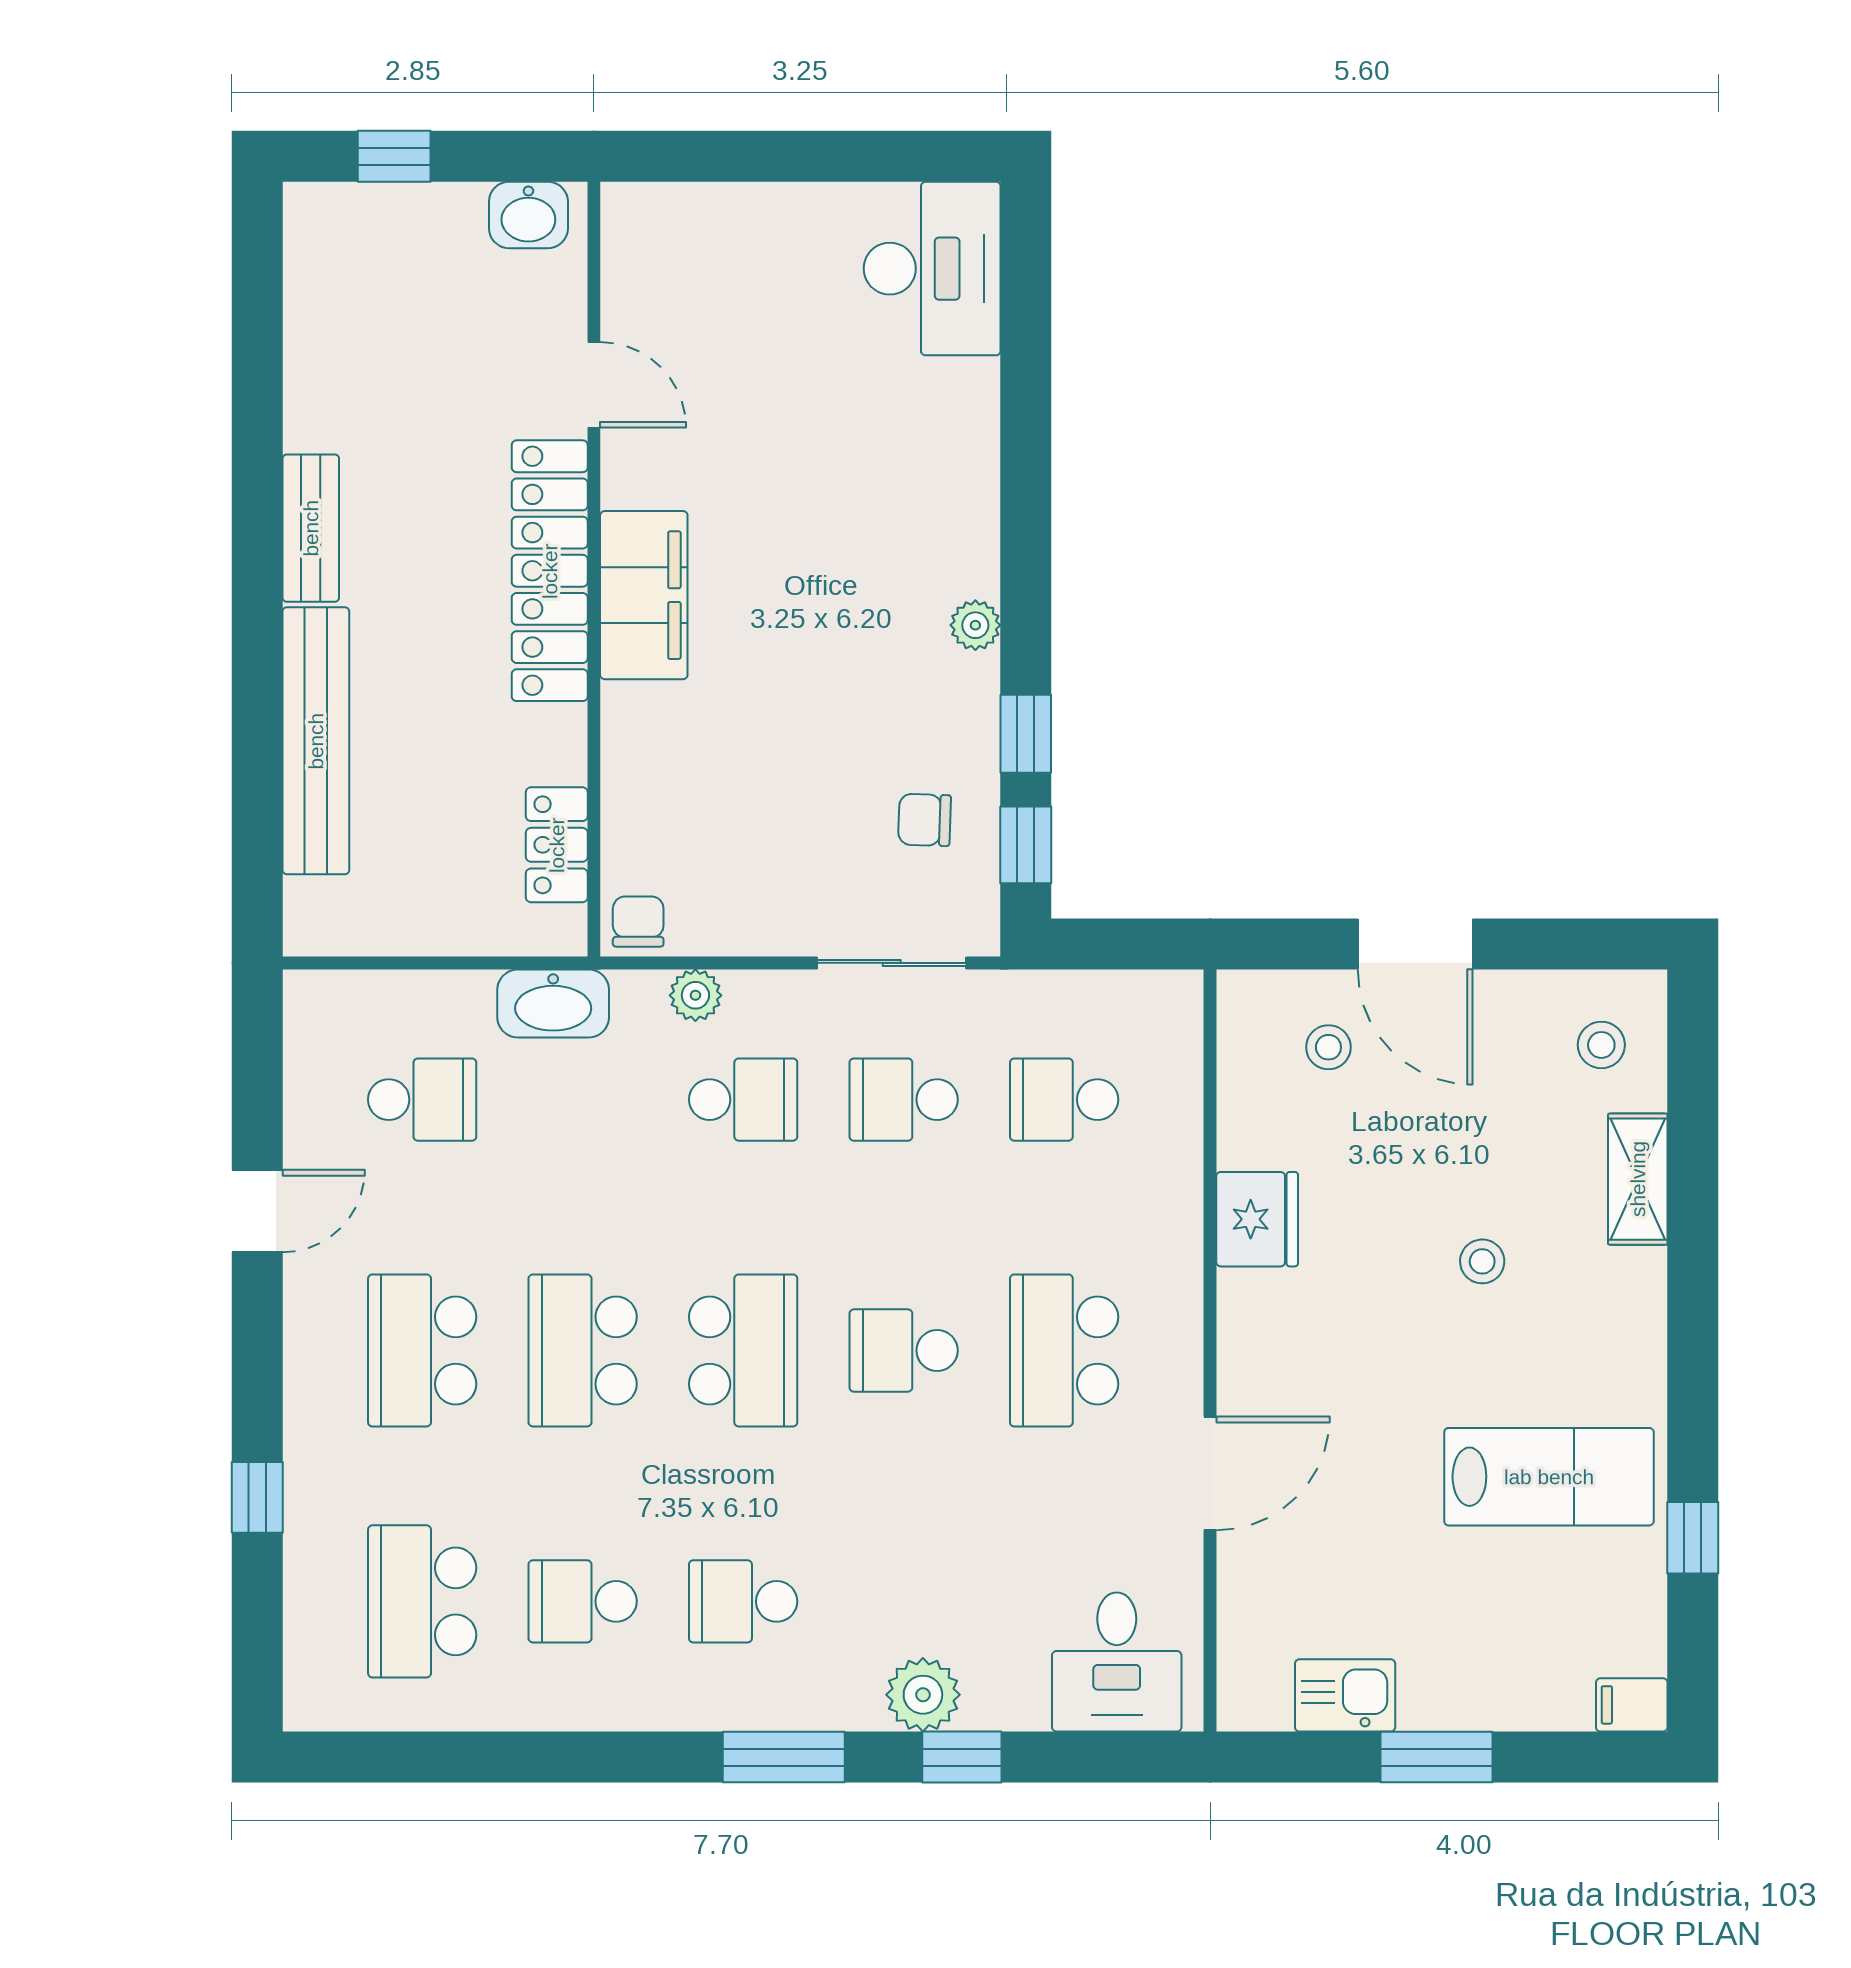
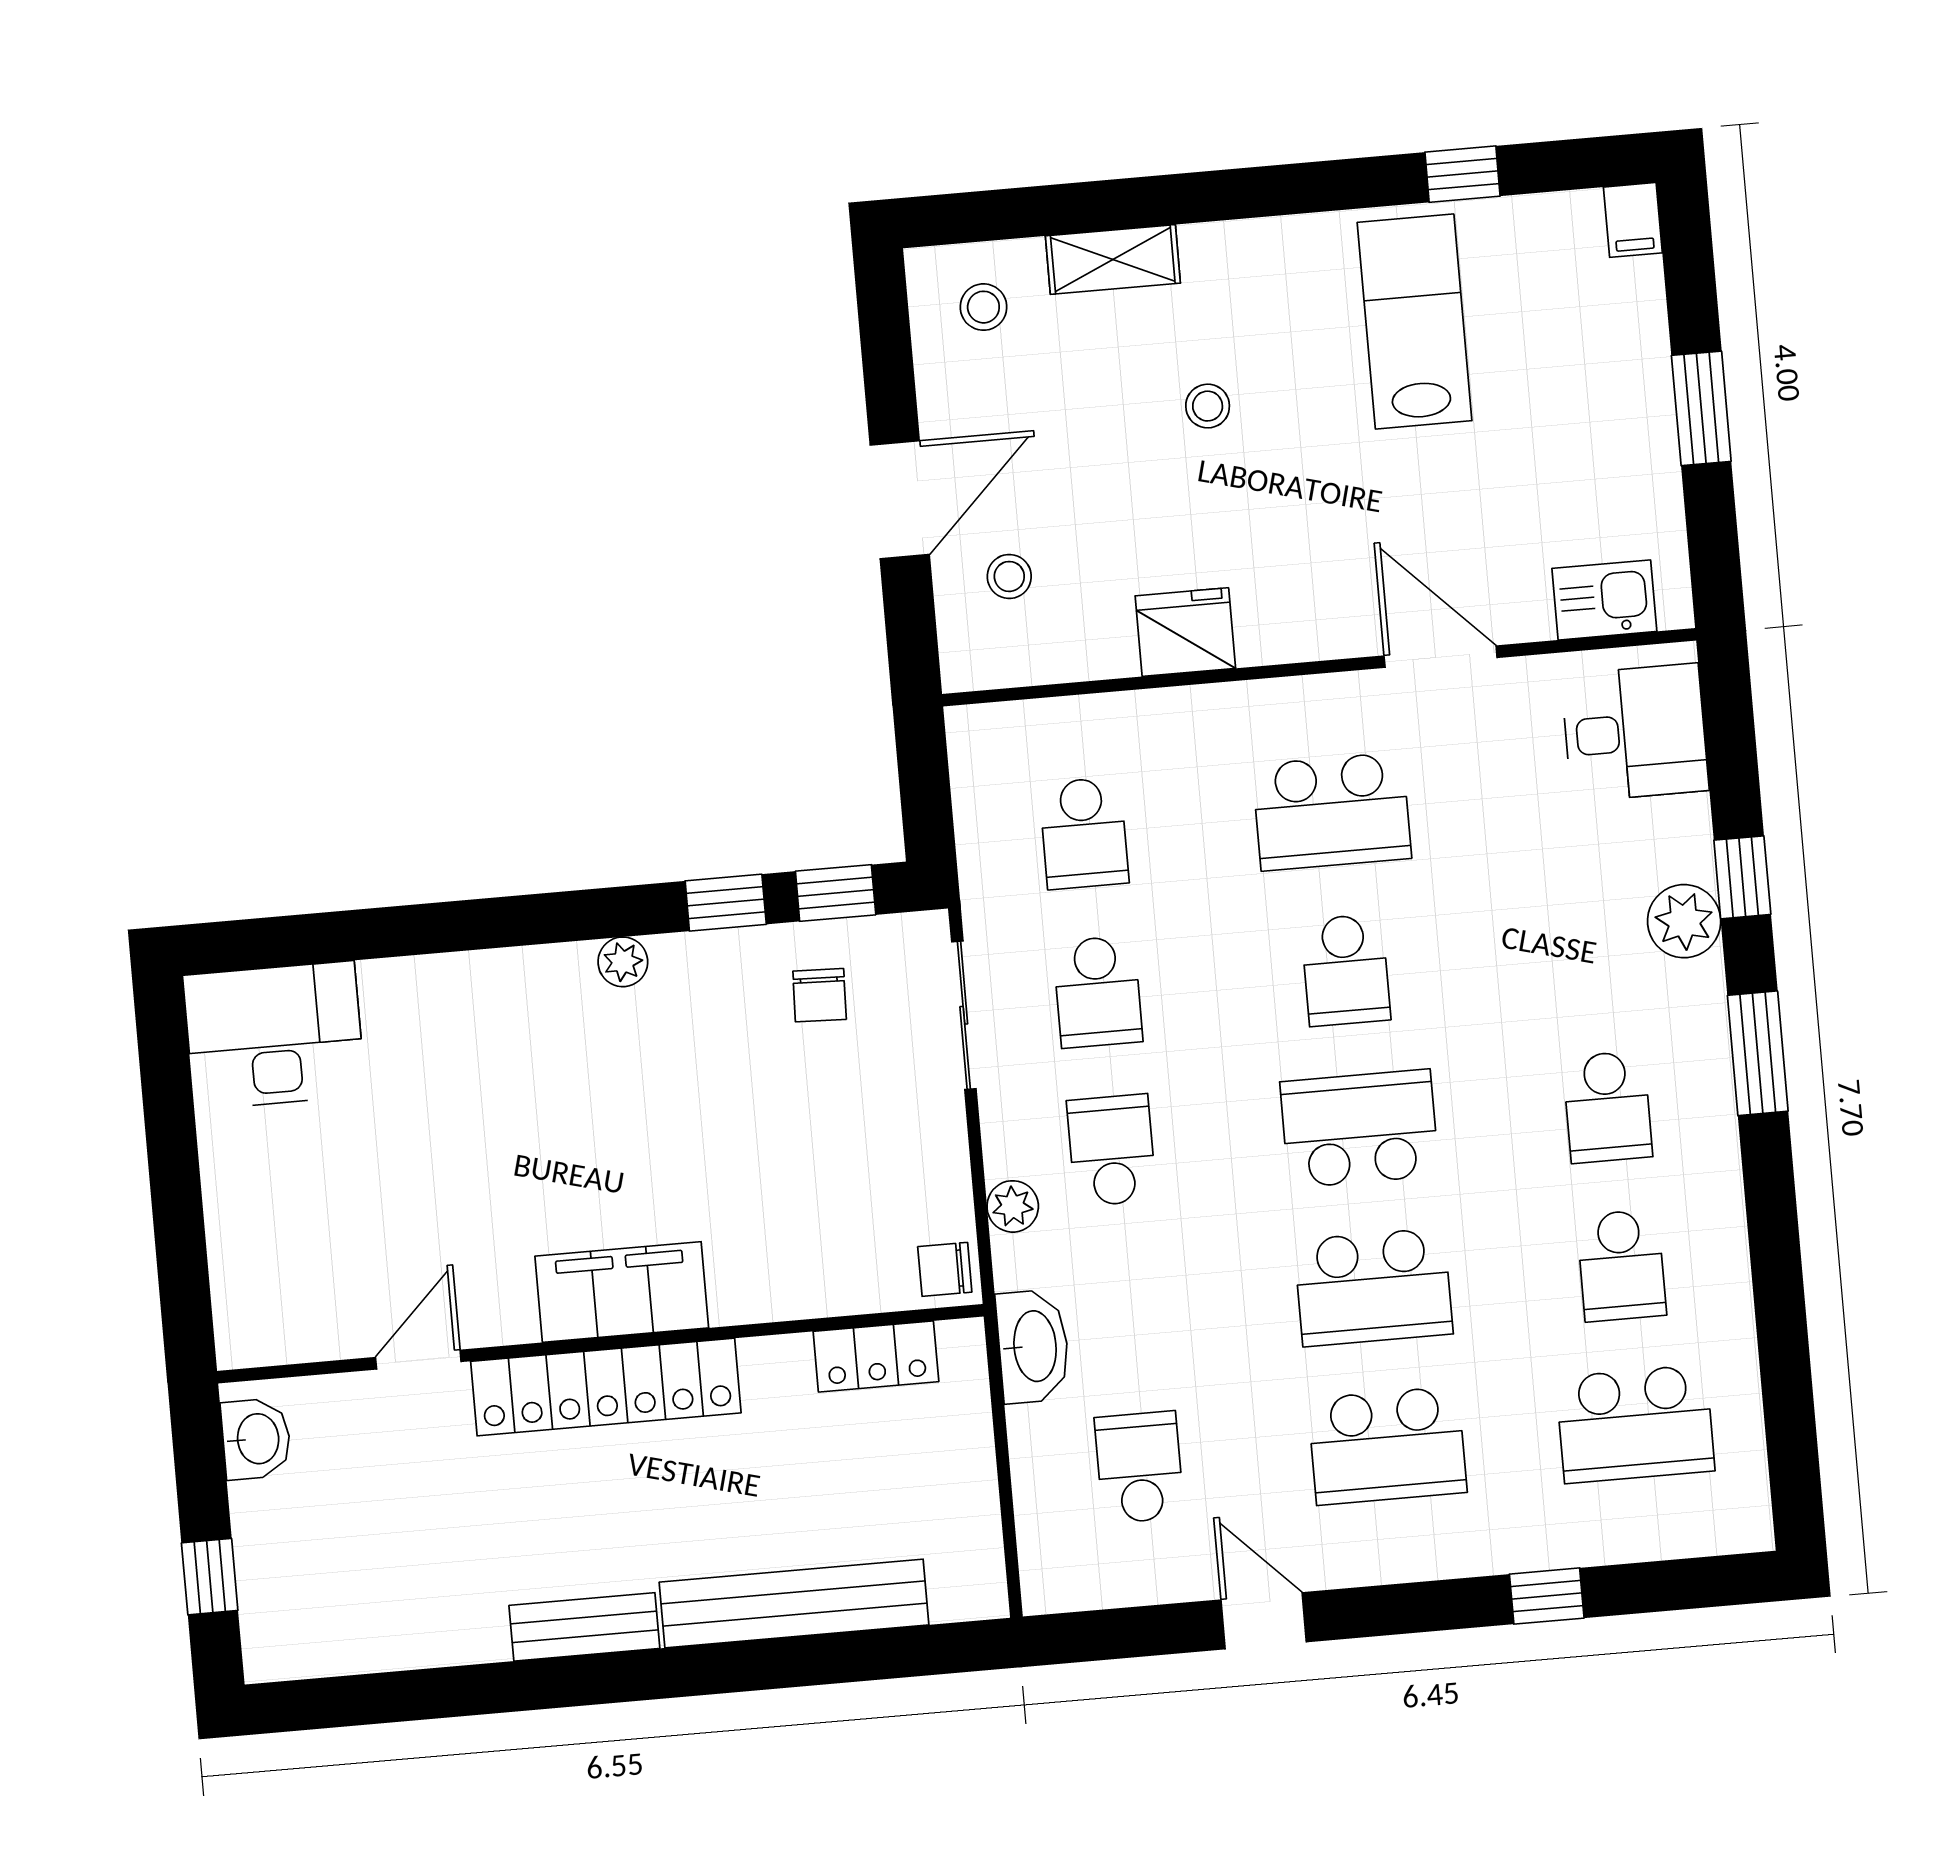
kitchen sink: (1345, 1695) -> (1604, 600), moved, turned 90

